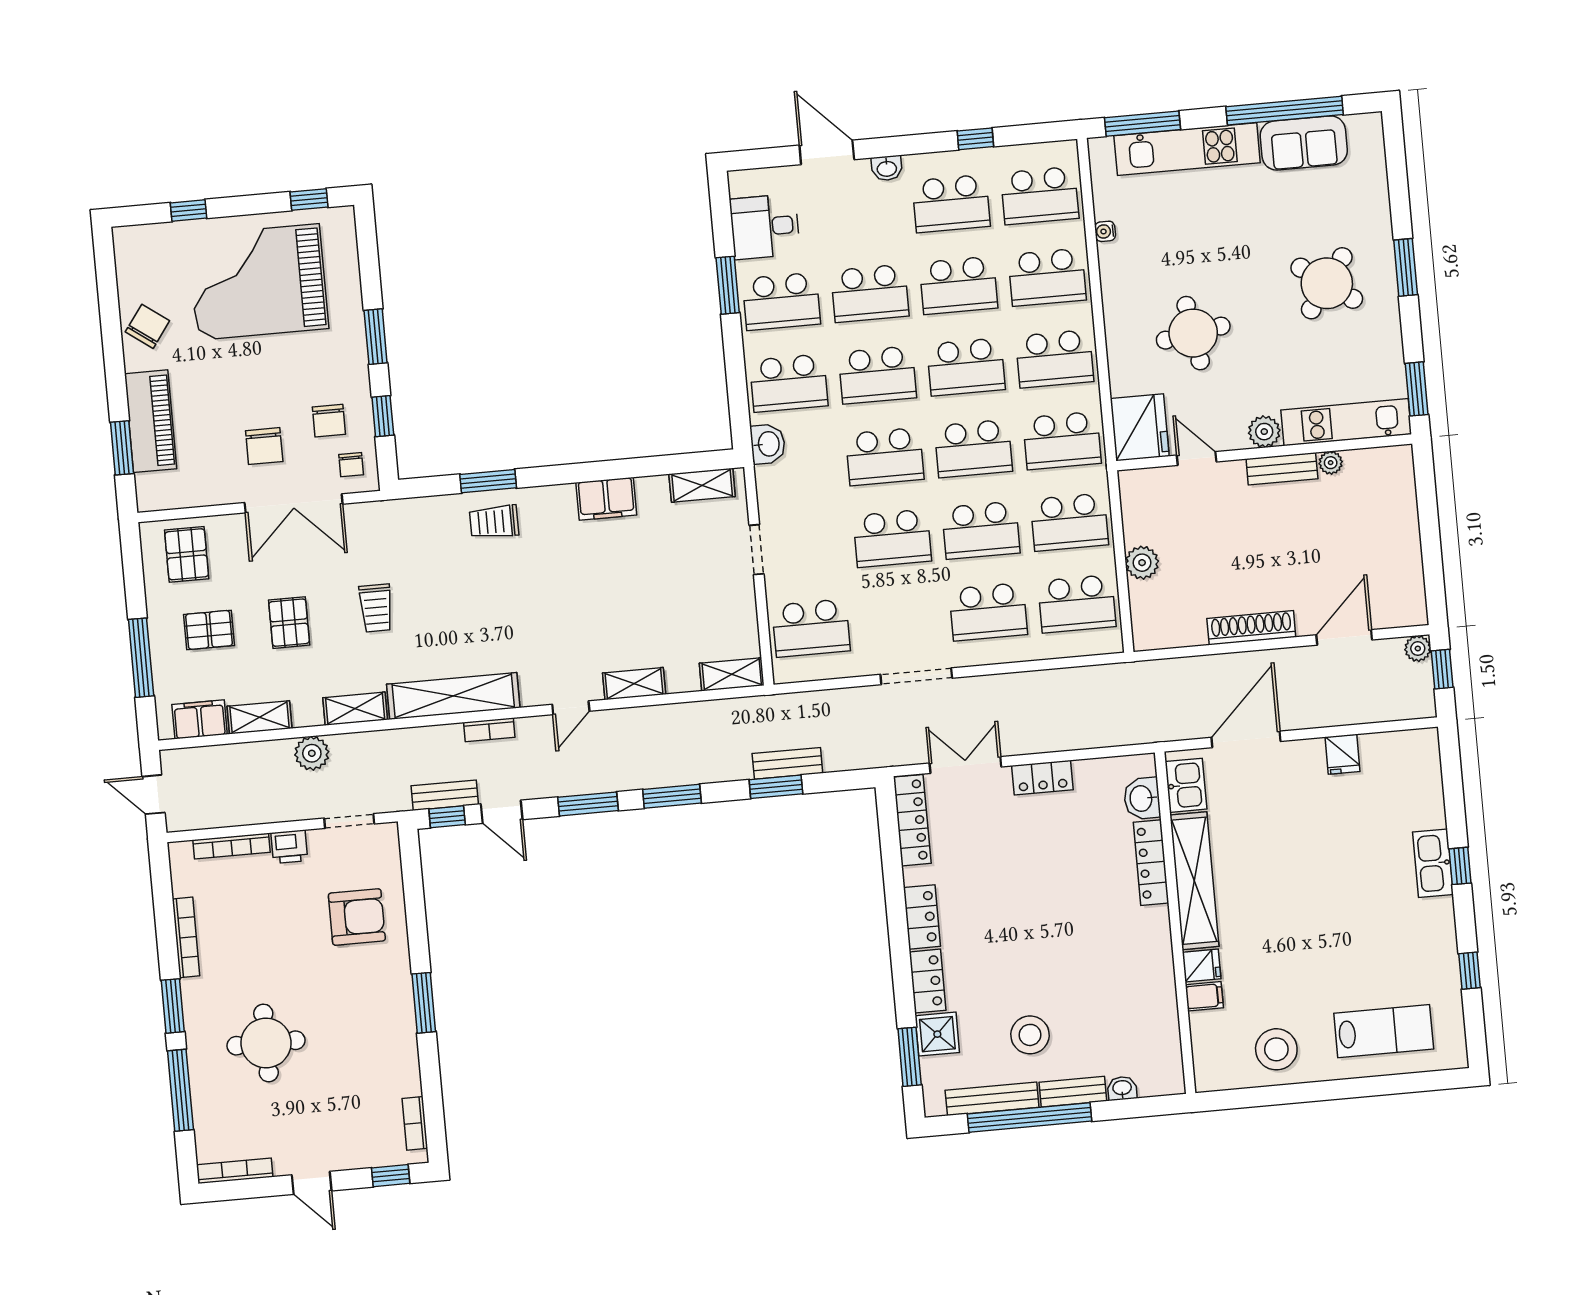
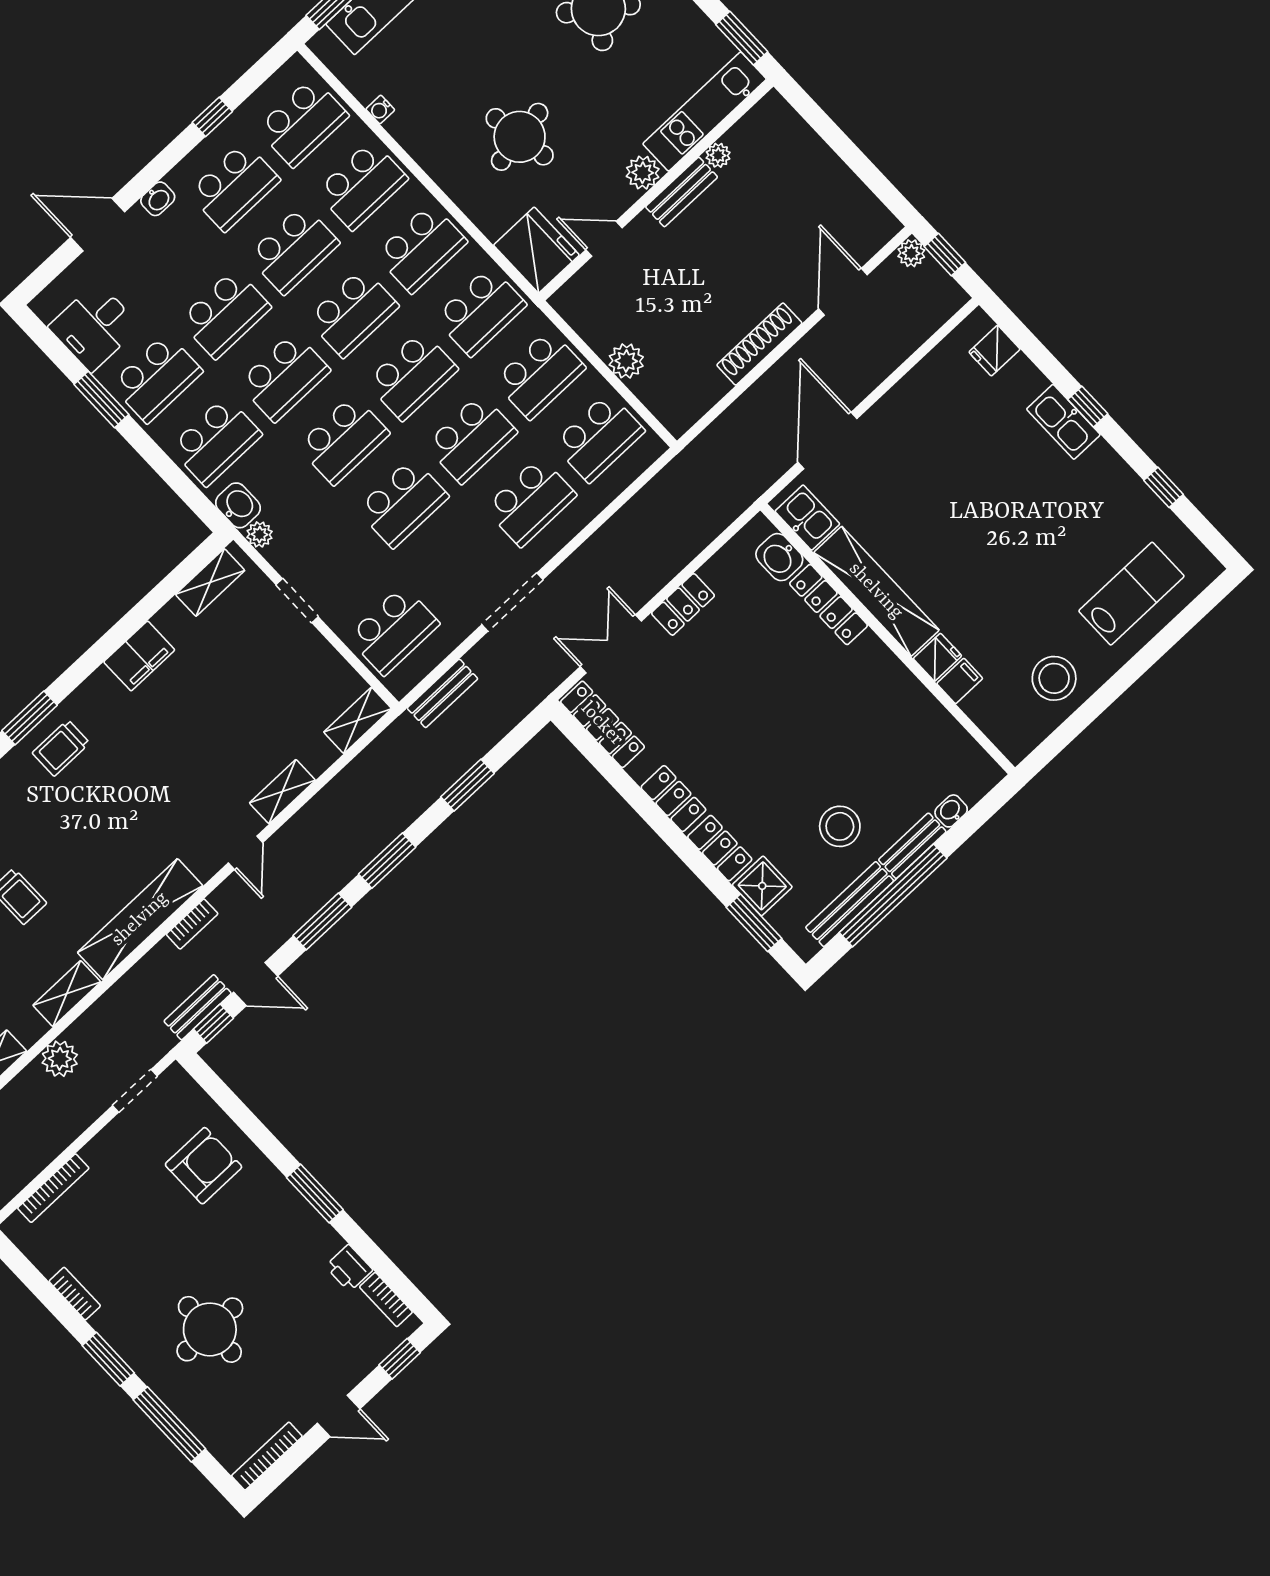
plant: (767, 478) -> (260, 534), added
fridge: (1342, 754) -> (994, 351), moved, turned 90
bench: (787, 763) -> (442, 693), moved
printer: (289, 847) -> (349, 1268), moved, turned 90
bookcase: (186, 937) -> (75, 1294), width x0.64

